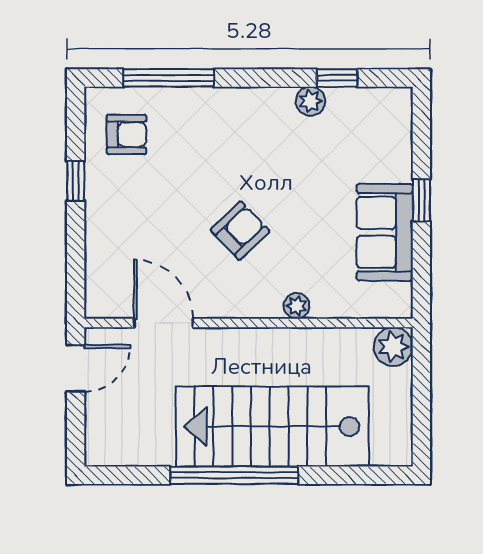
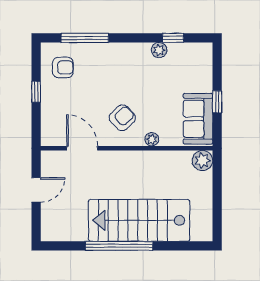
plant: (297, 306) -> (152, 139), moved
door: (164, 323) -> (82, 148), moved
wall: (249, 323) -> (127, 148), moved
plant: (393, 347) -> (202, 161), moved

